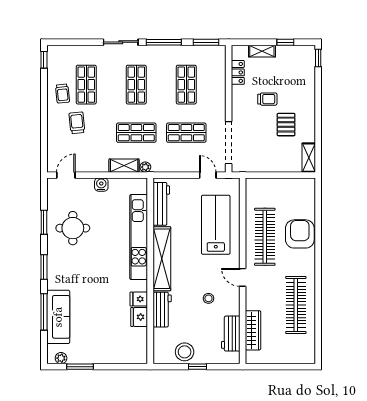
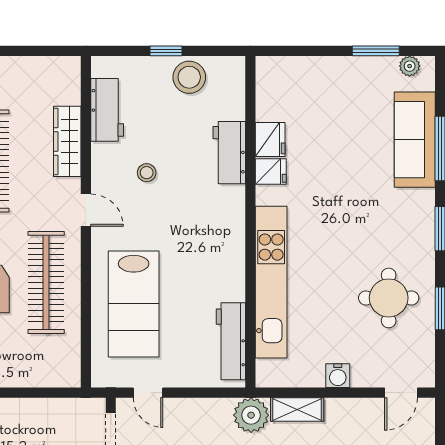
plant: (145, 167) -> (251, 415), width x1.88, depth x1.88
shelving: (162, 259) -> (230, 243), removed
wardrobe: (253, 330) -> (67, 141), moved

